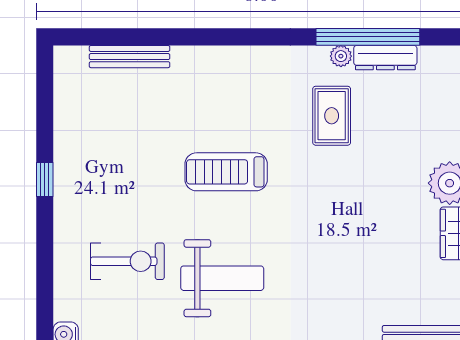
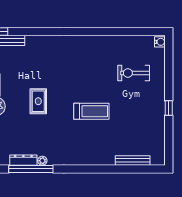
rug: (332, 116) -> (38, 101), moved
weight bench: (222, 278) -> (93, 66), removed

